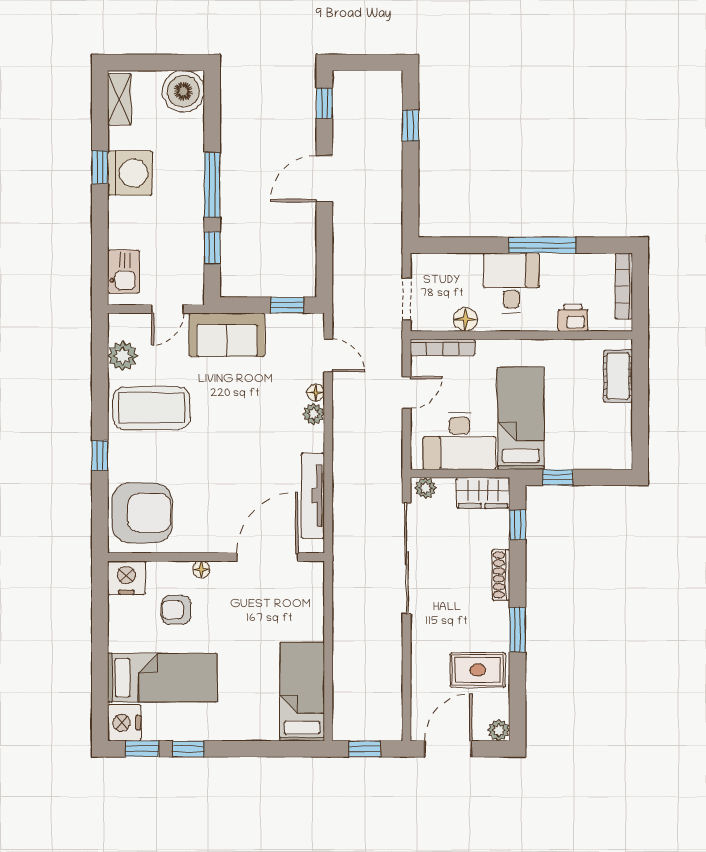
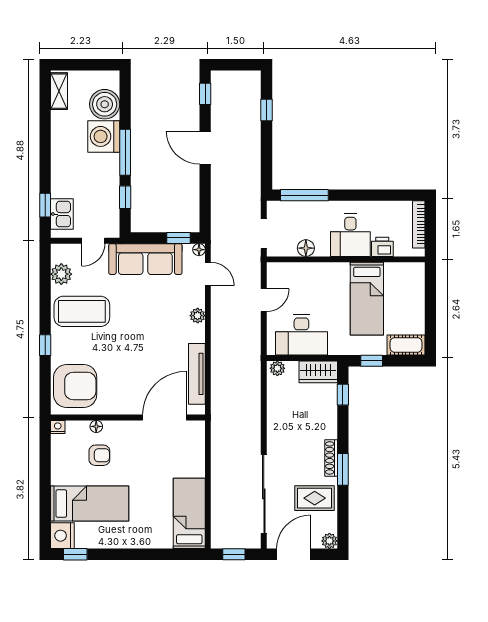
boiler: (183, 91) -> (105, 104), moved
window: (100, 167) -> (45, 205), moved
washing machine: (130, 173) -> (104, 136), moved, turned 180
door: (324, 179) -> (205, 148), hinge flipped
window: (542, 245) -> (304, 195), moved
desk: (511, 283) -> (350, 235), moved, turned 180
sofa: (227, 335) -> (145, 259), width x1.36
bookcase: (443, 347) -> (290, 268), removed
cot: (618, 376) -> (406, 345), moved, turned 90
floor lamp: (316, 393) -> (199, 250), moved
bed: (521, 418) -> (367, 299), moved, turned 180
sliding door: (407, 558) -> (264, 494), moved
floor lamp: (201, 570) -> (96, 426), moved
shoe rack: (501, 575) -> (331, 458), moved
nightstand: (126, 578) -> (58, 427), width x0.53, depth x0.56
armchair: (176, 610) -> (99, 455), turned 180
window: (188, 749) -> (108, 554), removed

